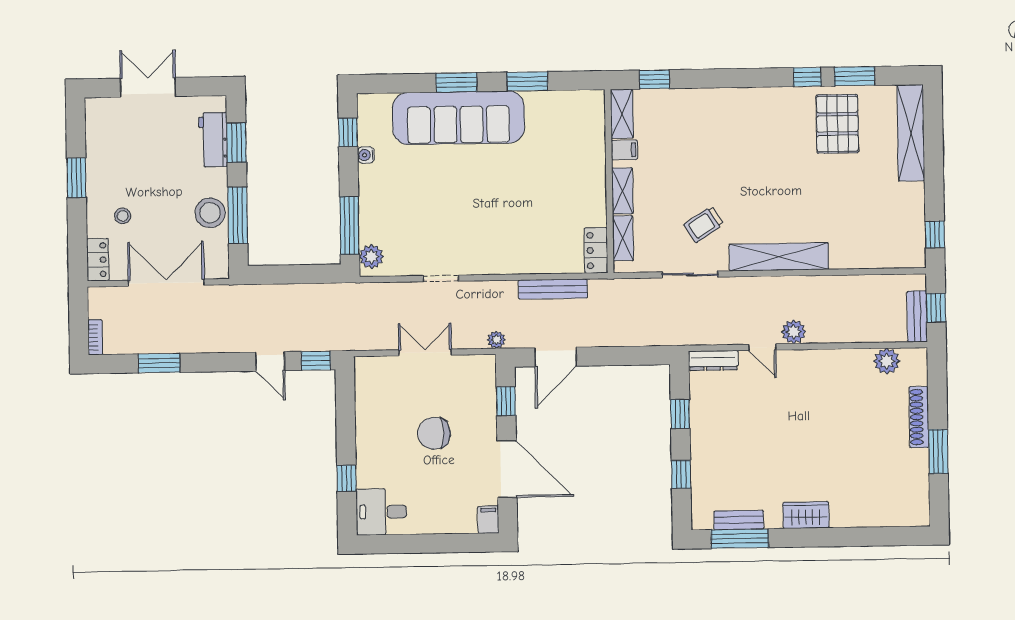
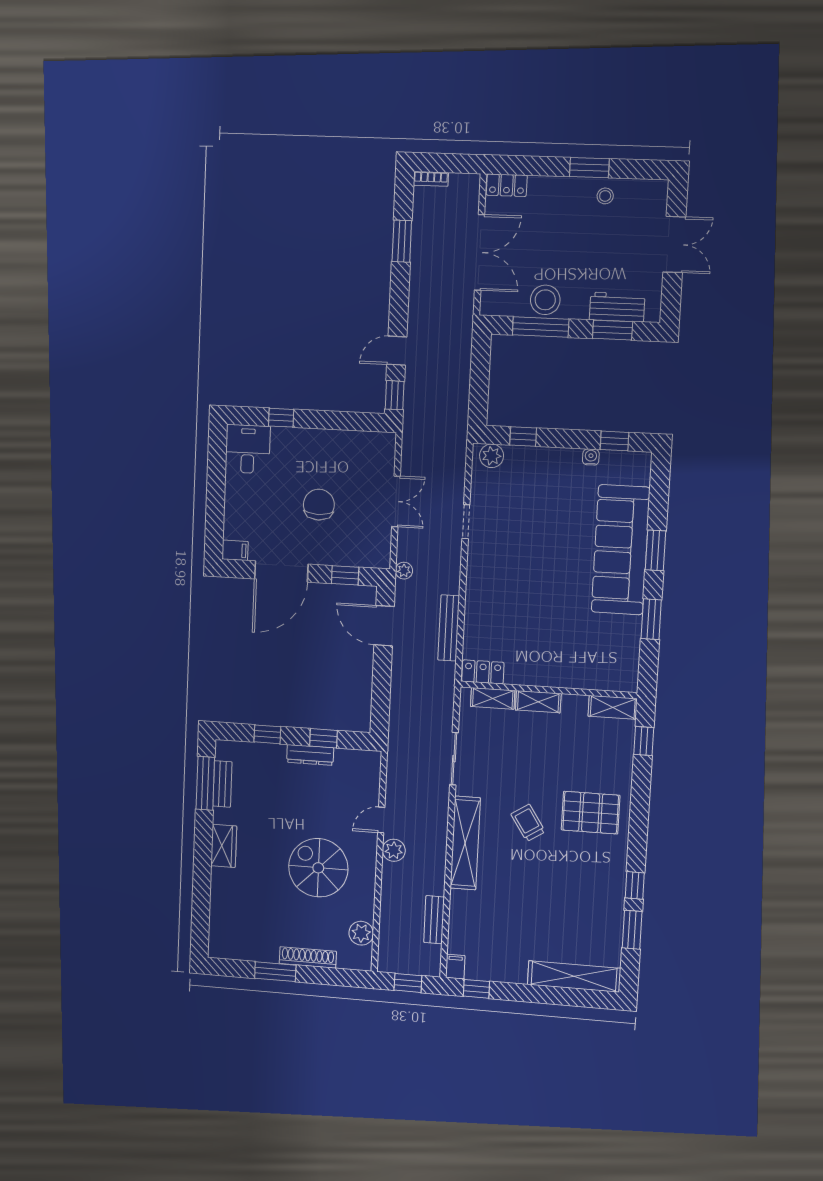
pallet: (837, 124) -> (591, 813), moved
filing cabinet: (624, 150) -> (455, 967), moved, turned 180
stool: (123, 216) -> (605, 196), moved
trolley: (704, 224) -> (528, 823), moved
window: (349, 226) -> (523, 436), width x0.46
bench: (917, 316) -> (434, 920), moved, turned 90
dresser: (713, 360) -> (310, 755), moved, turned -90
spiral stairs: (820, 411) -> (318, 868), added

